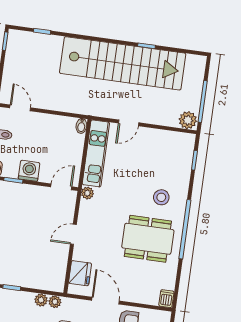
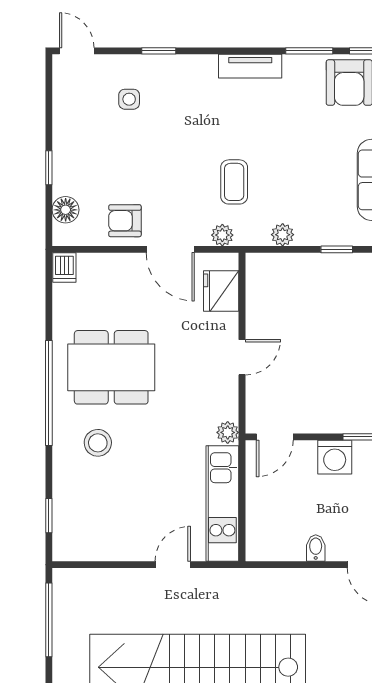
plant: (188, 120) -> (70, 584), removed
bidet: (81, 126) -> (316, 548), moved
plant: (55, 302) -> (222, 235), moved

